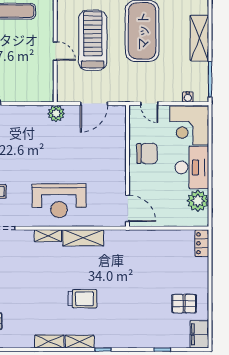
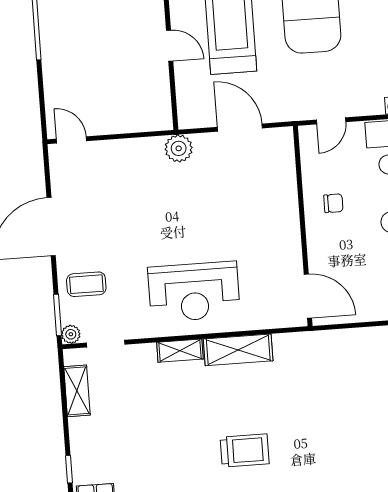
door: (94, 104) -> (240, 128), swing flipped
door: (149, 104) -> (331, 121), hinge flipped
chair: (147, 153) -> (333, 203), width x0.54, depth x0.54

